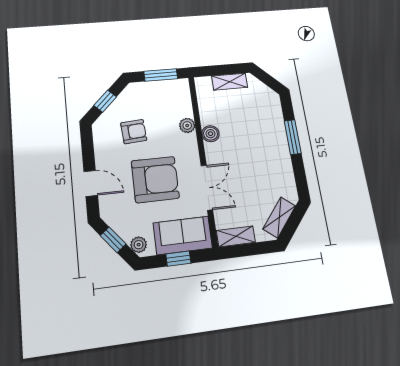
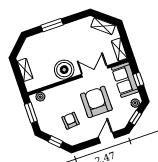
plant: (187, 125) -> (40, 97), moved
boiler: (211, 134) -> (64, 70), width x1.86, depth x1.86

